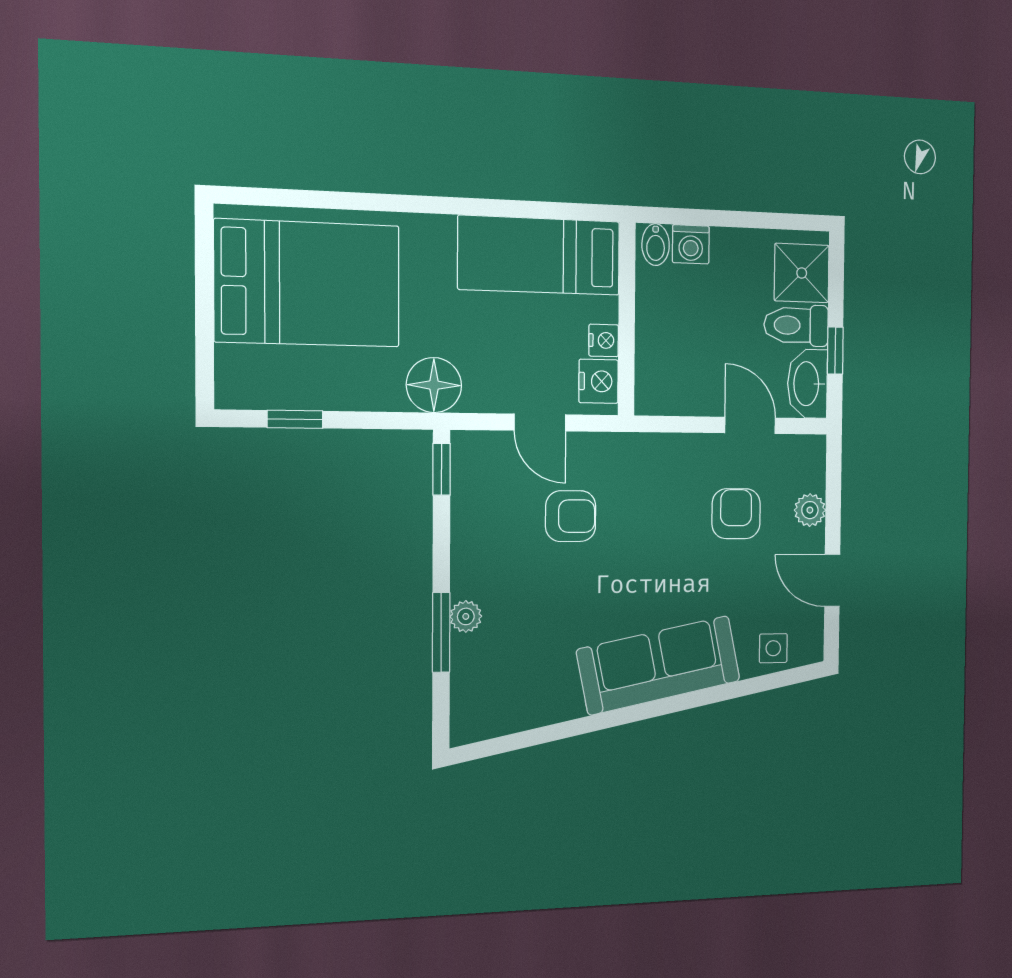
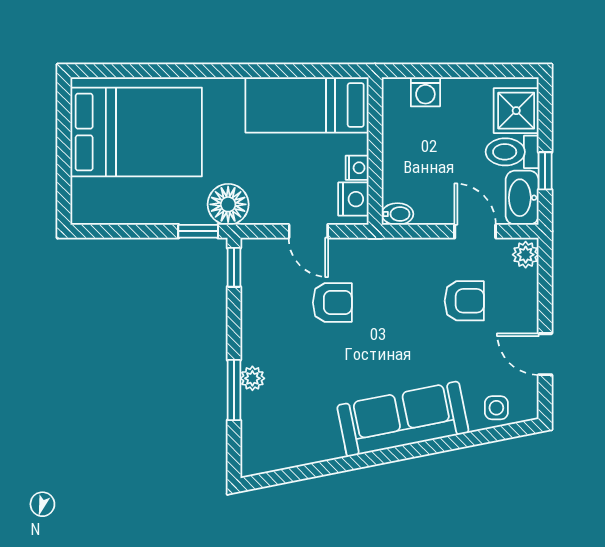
bidet: (656, 245) -> (397, 214), moved, turned -90
window: (295, 419) -> (198, 231), moved
plant: (810, 510) -> (526, 255), moved
armchair: (736, 514) -> (464, 301), turned 90

